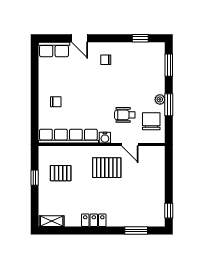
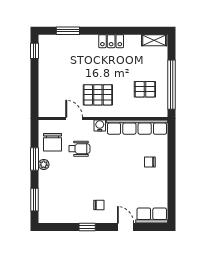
window: (140, 38) -> (87, 227), moved
window: (35, 178) -> (171, 85), width x3.17

